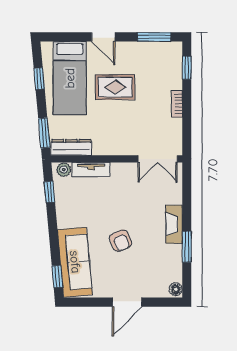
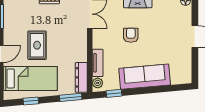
armchair: (121, 241) -> (131, 35), moved, turned -67
sofa: (75, 262) -> (145, 77), moved
window: (57, 277) -> (176, 88), removed

